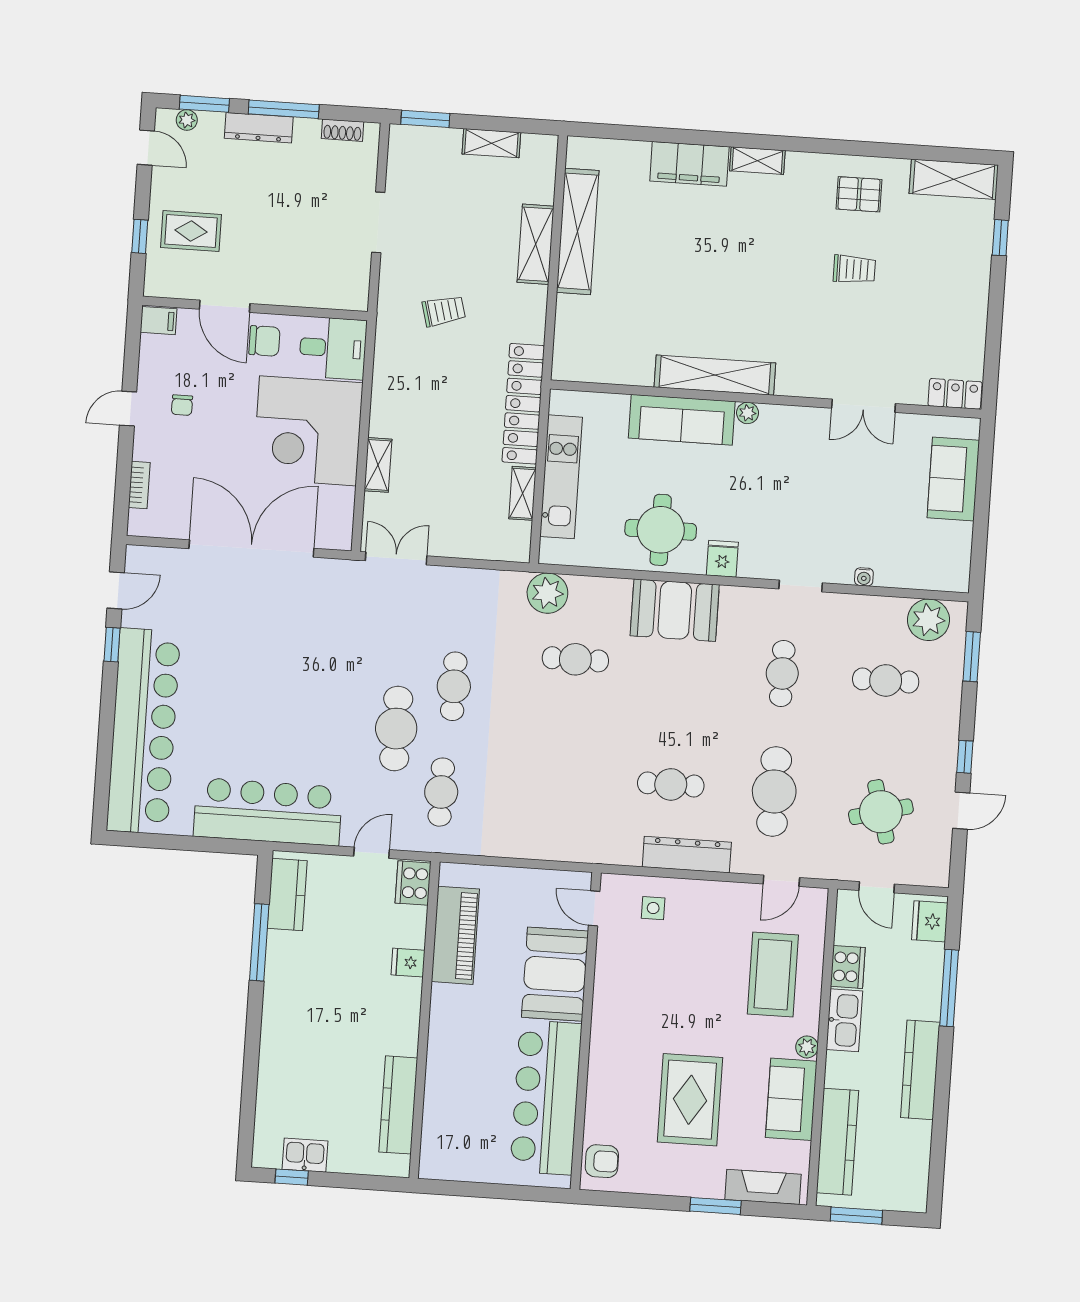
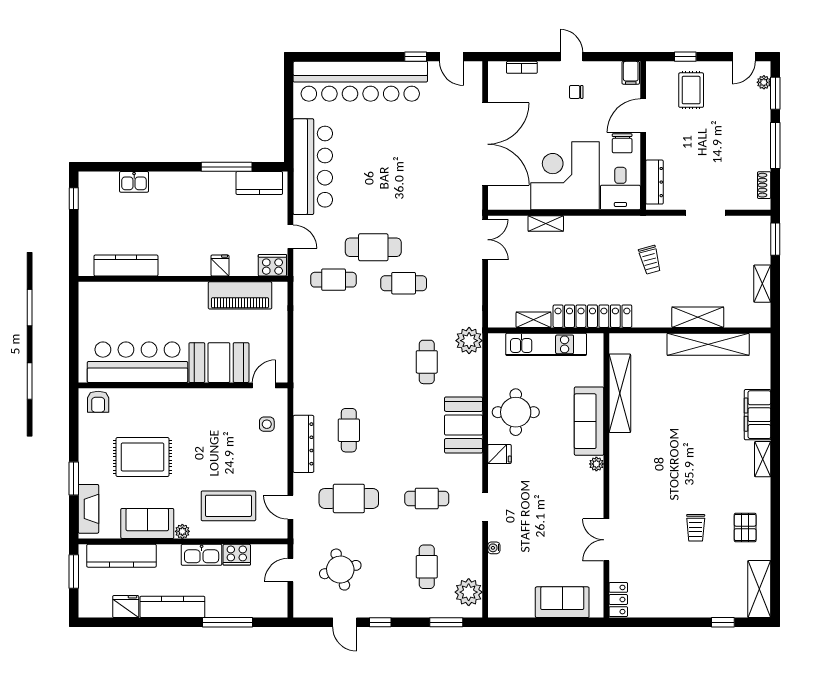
dresser: (259, 128) -> (654, 182), moved, turned 180
shelving: (715, 375) -> (620, 393), moved
fridge: (930, 921) -> (126, 607), moved
kitchen sink: (305, 1155) -> (134, 182), moved, turned 90

